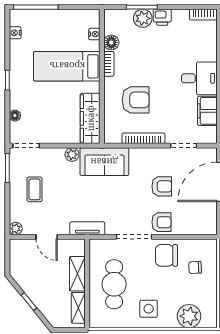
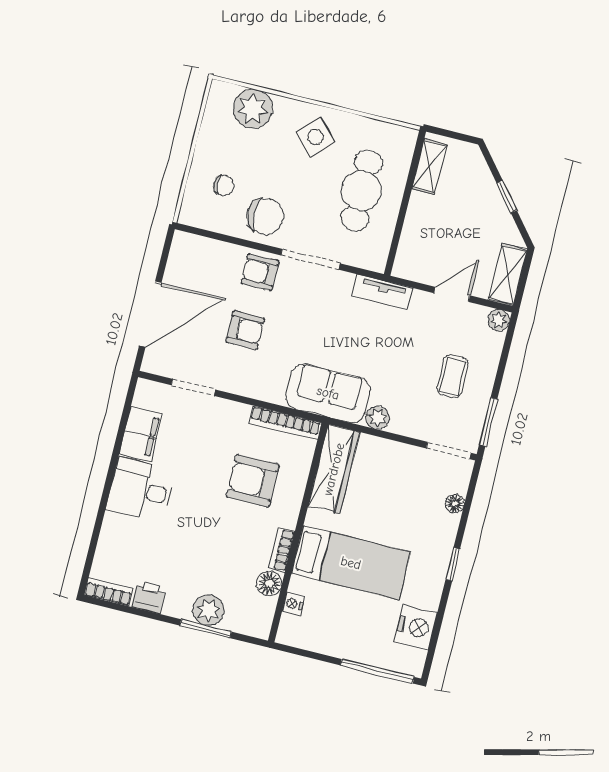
printer: (162, 17) -> (149, 597), moved
nightstand: (15, 33) -> (416, 627), width x1.89, depth x1.79
bookcase: (143, 138) -> (285, 423), moved
armchair: (162, 186) -> (245, 330), turned 180
door: (47, 237) -> (452, 294), hinge flipped
shelving: (77, 274) -> (508, 275), moved
side table: (149, 309) -> (316, 137), turned 45

